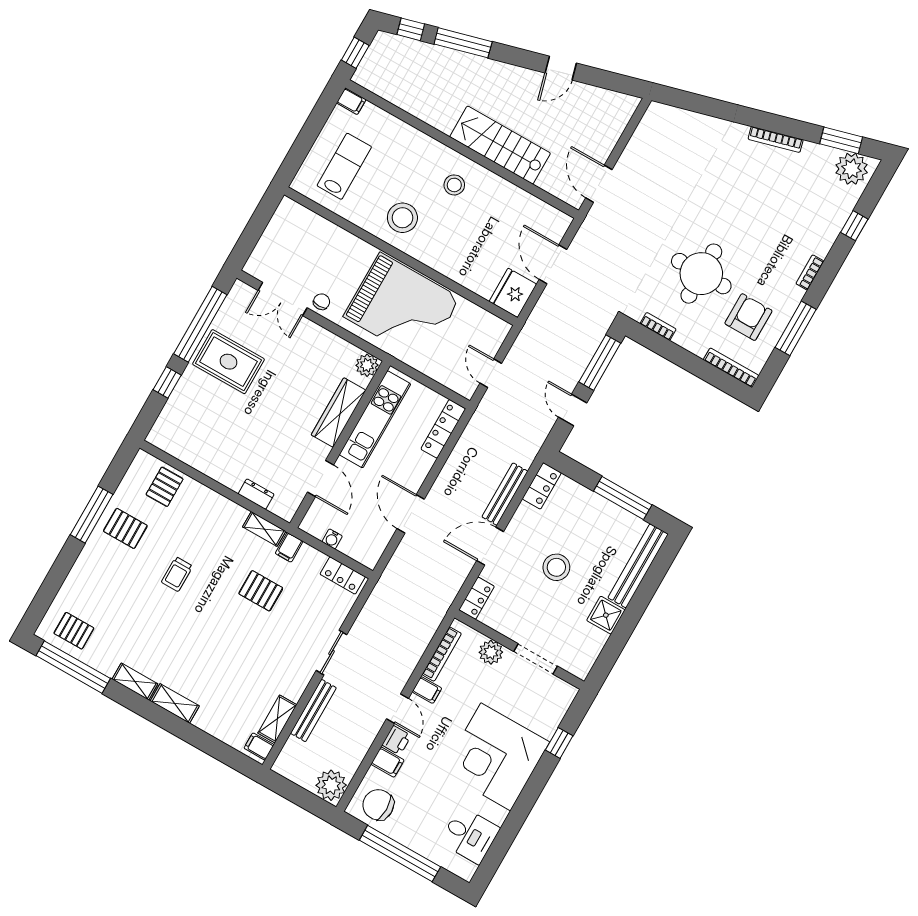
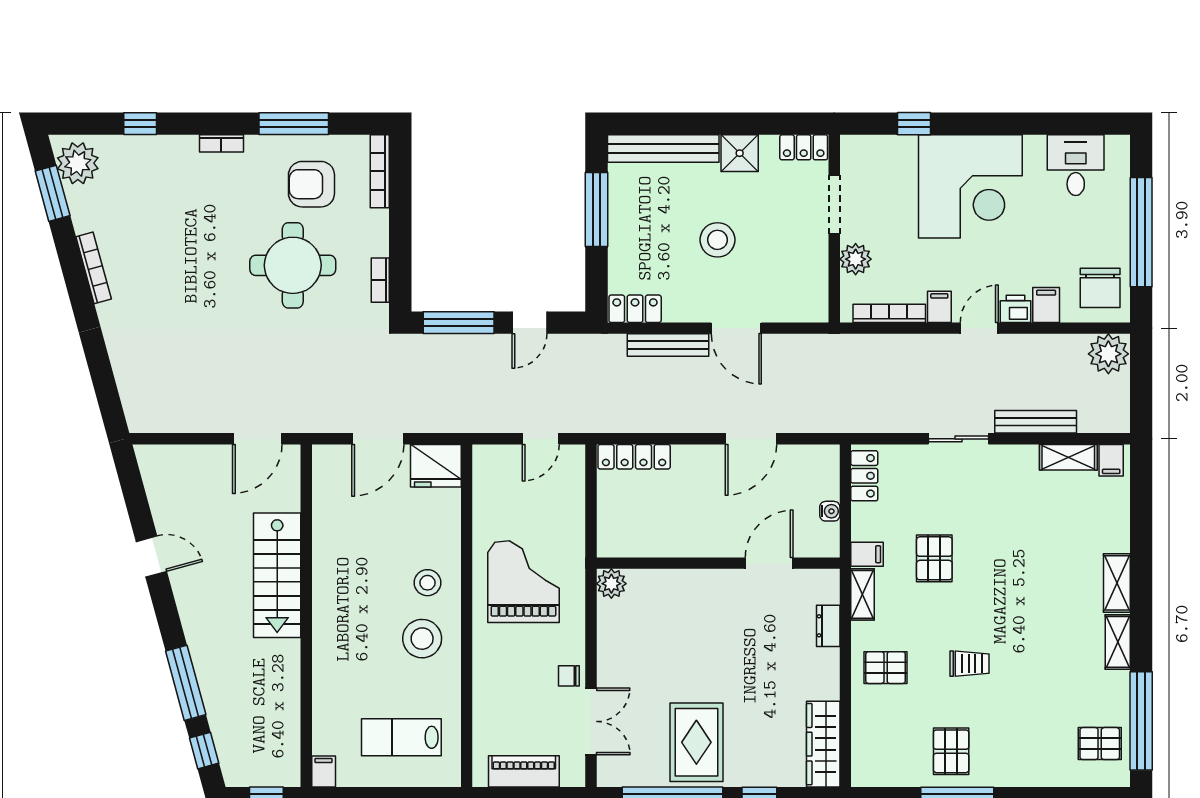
stool: (454, 185) -> (427, 583), moved
piano: (275, 235) -> (524, 771), added
grand piano: (402, 307) -> (523, 582), width x0.73, depth x0.68
wardrobe: (339, 413) -> (823, 744), moved, turned 90
kitchen unit: (375, 419) -> (667, 540), removed
pallet: (165, 487) -> (886, 668), moved
locker: (477, 598) -> (804, 147), moved, turned 180
pallet: (74, 631) -> (1100, 744), turned 90

